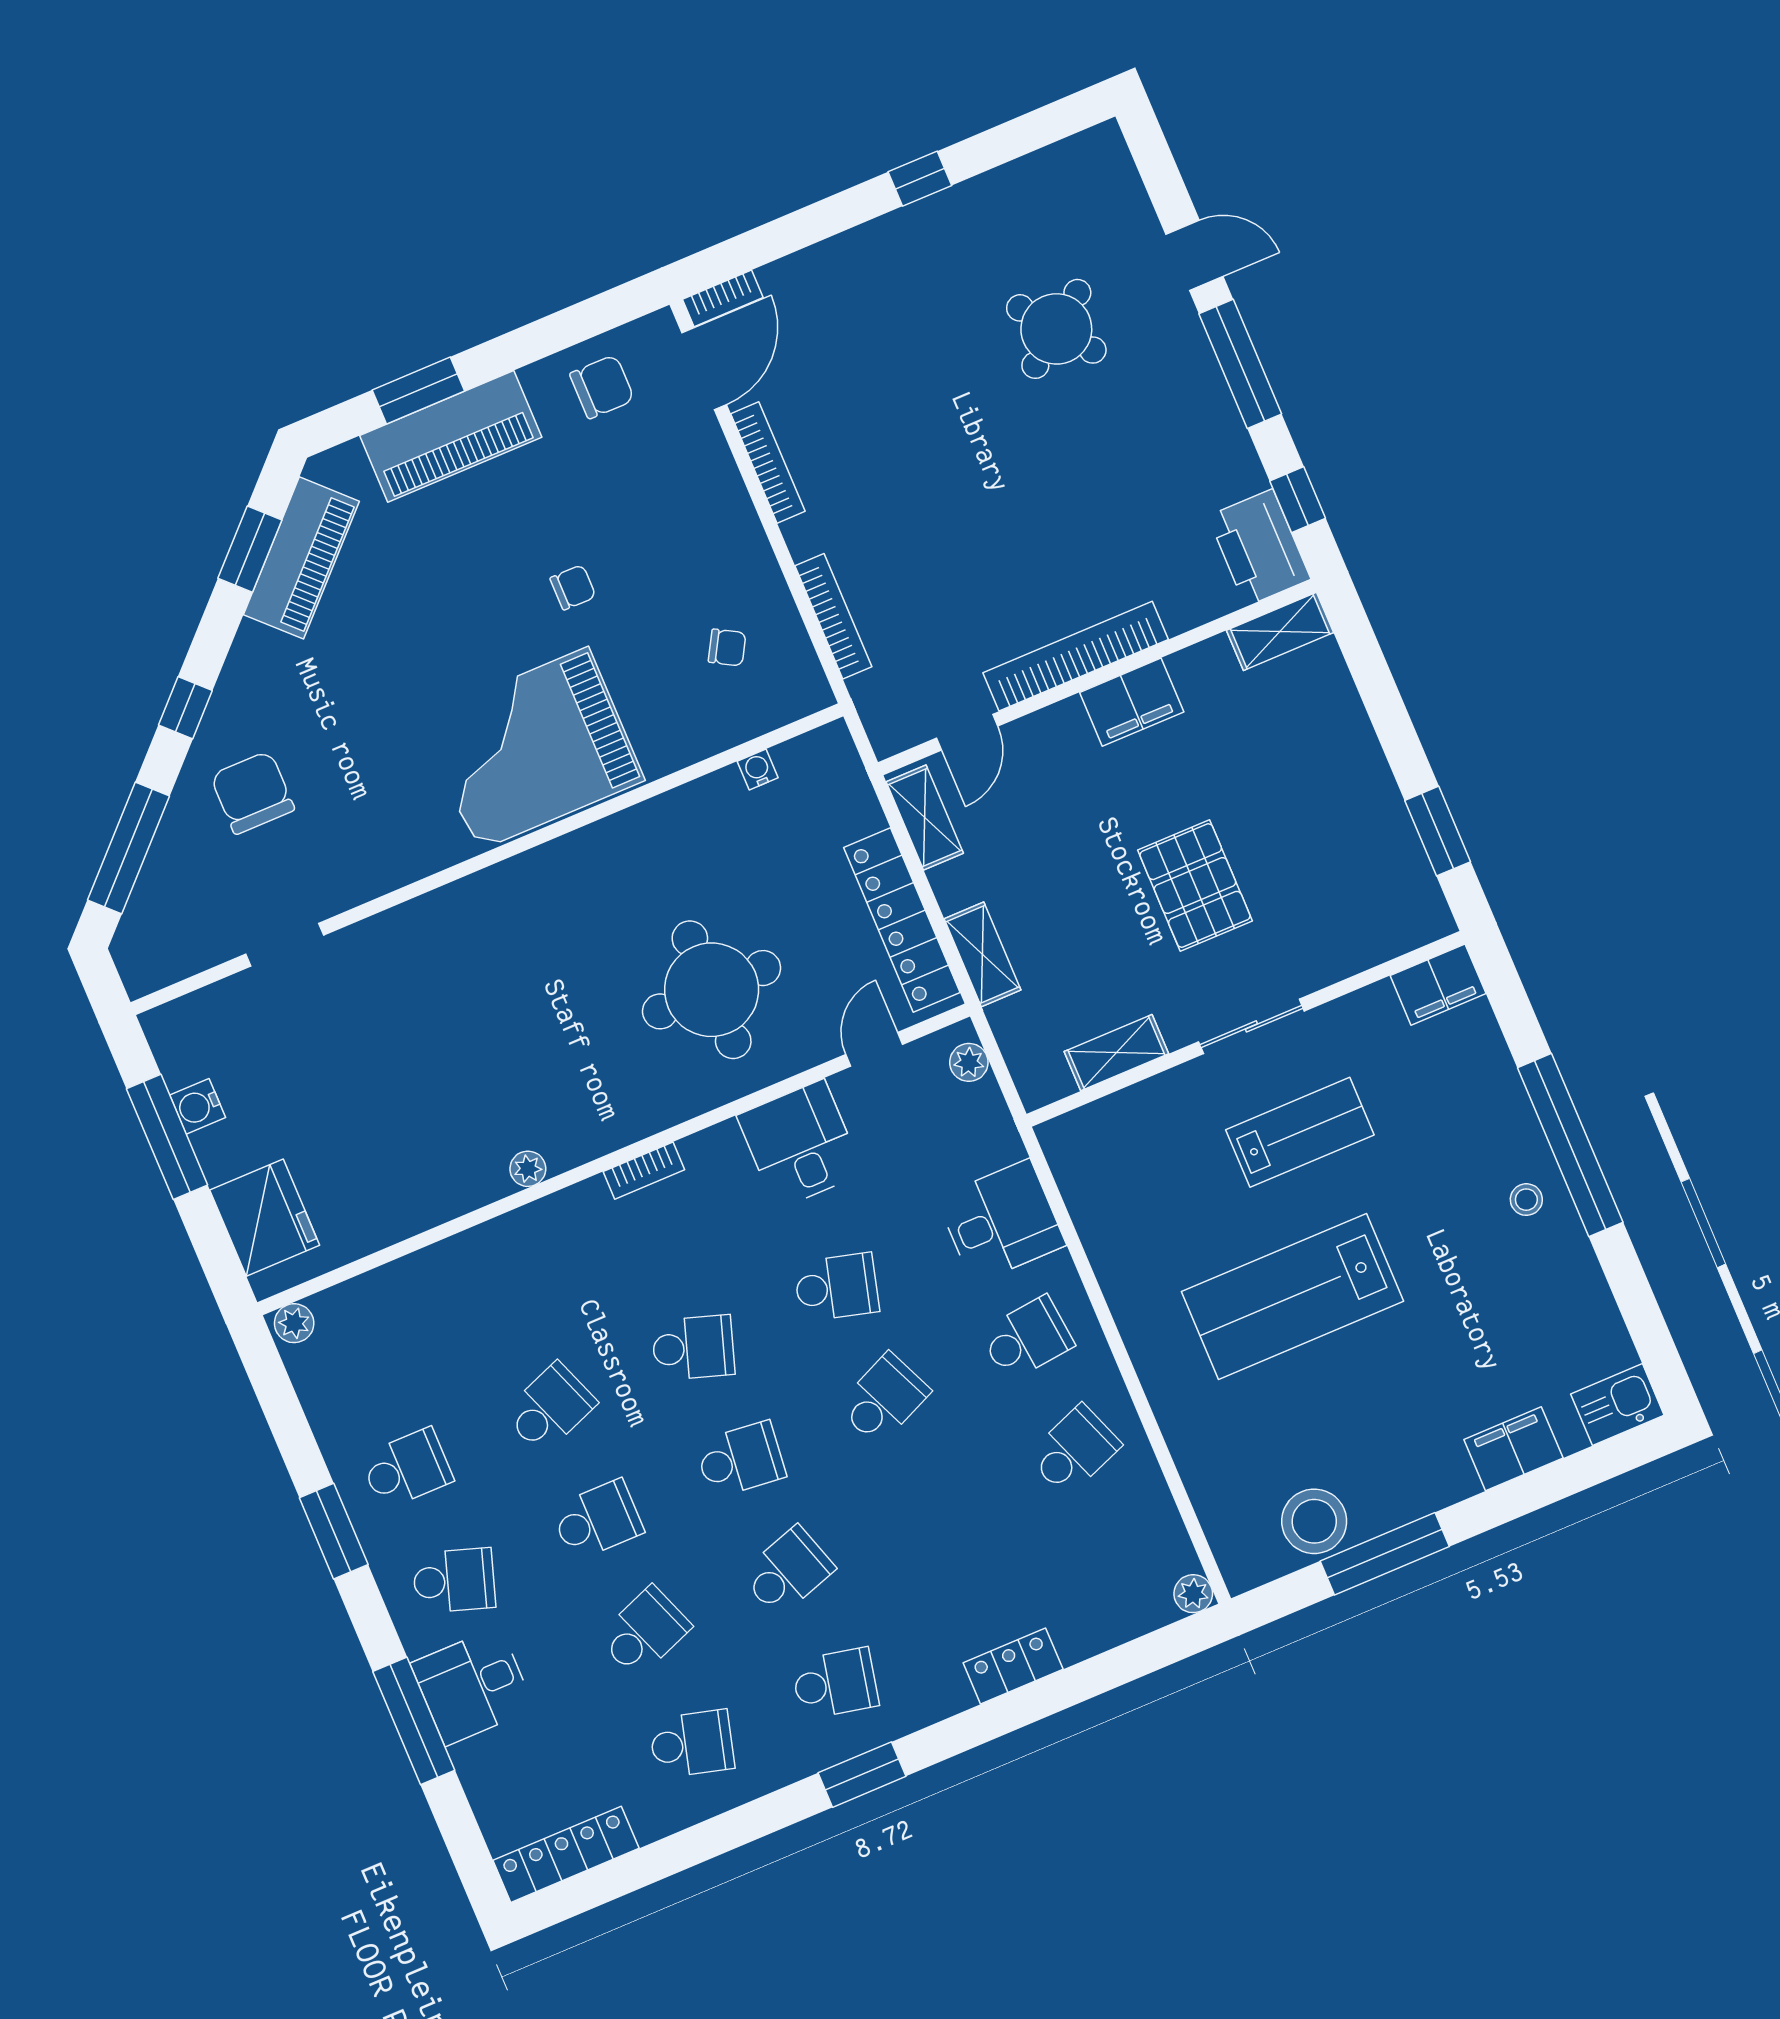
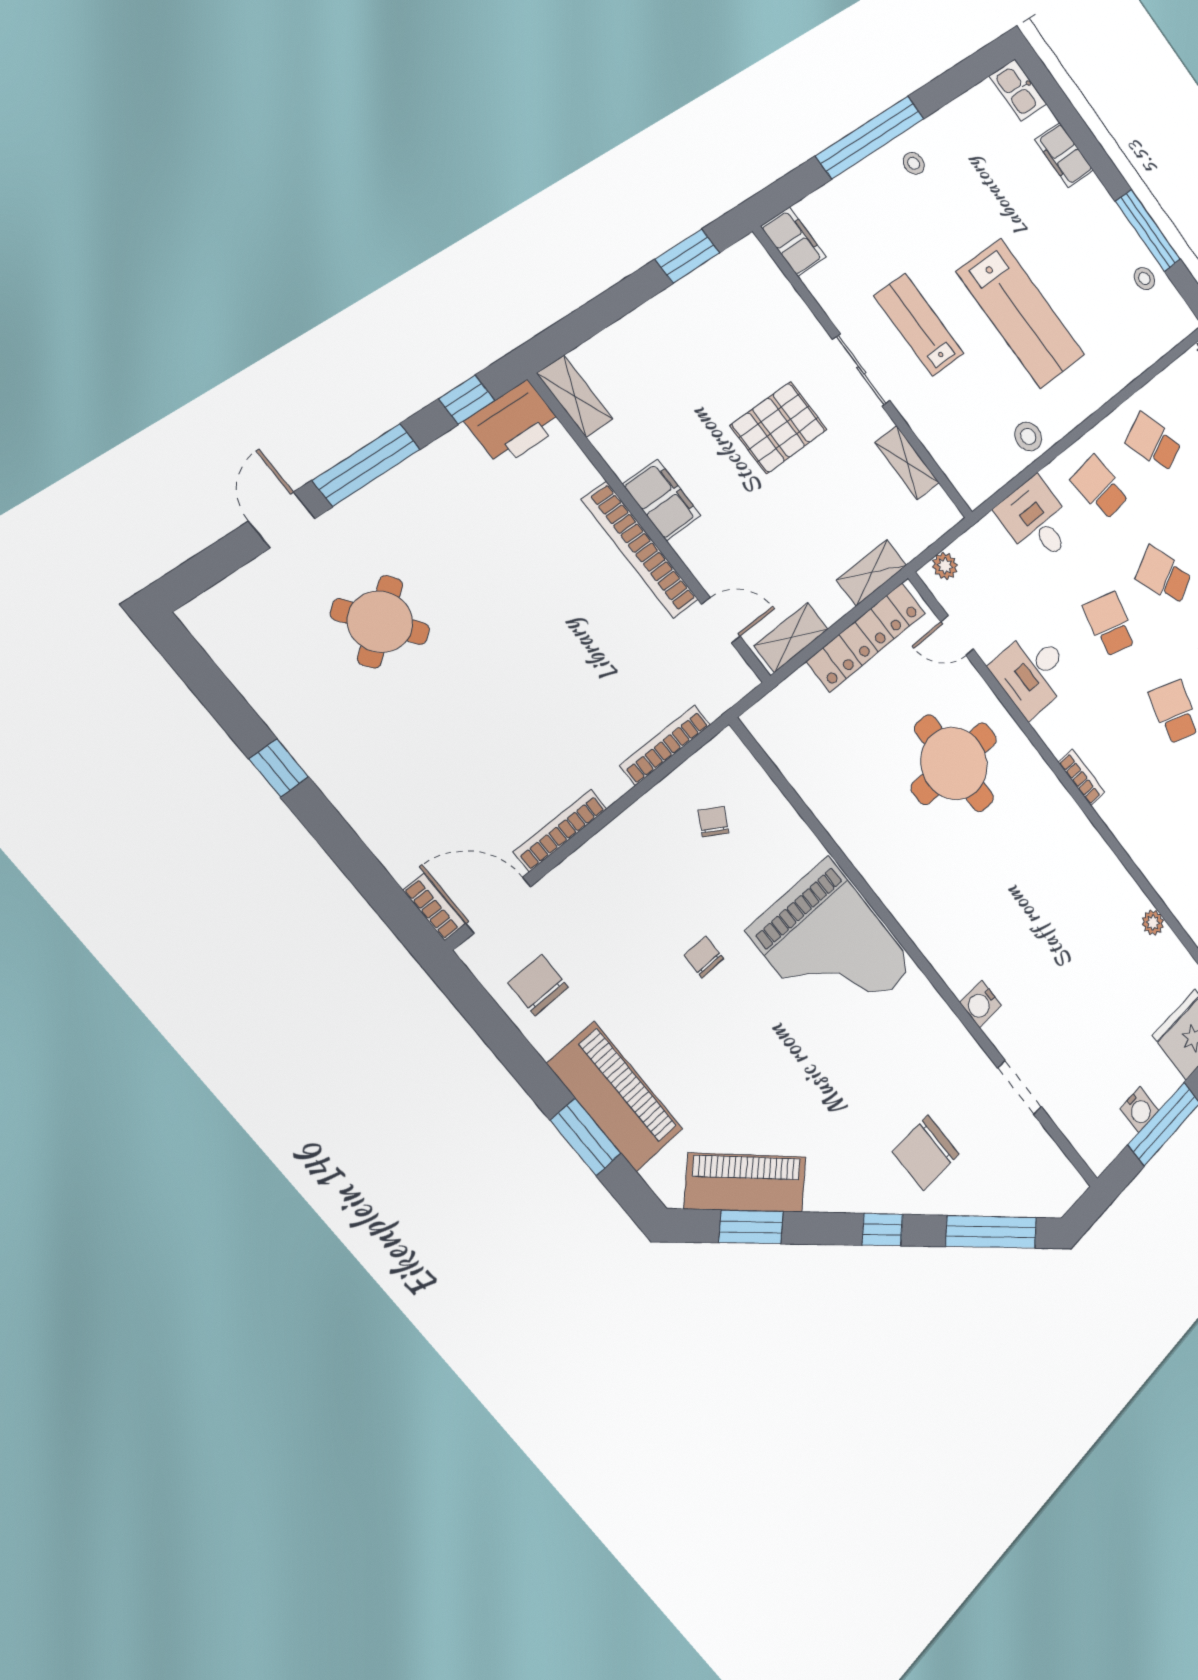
water cooler: (758, 769) -> (981, 1004), moved, width x1.38, depth x1.38
plant: (528, 1169) -> (1153, 923), moved
stool: (1119, 1249) -> (1028, 436), added
stool: (1314, 1521) -> (1144, 279), width x0.53, depth x0.53

